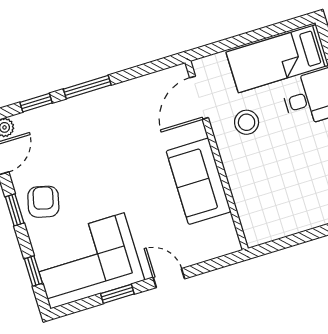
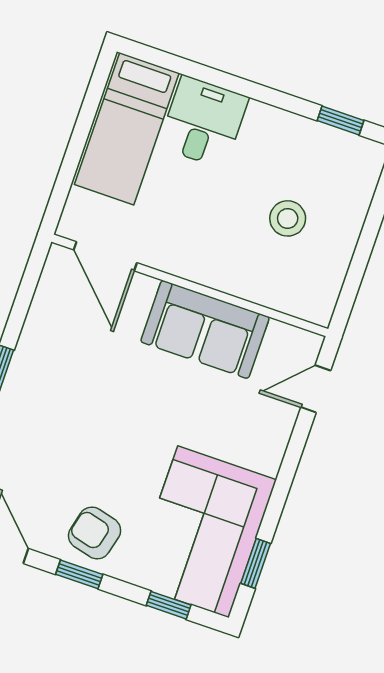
stool: (247, 122) -> (288, 218), moved
door: (169, 278) -> (316, 389), moved
window: (117, 294) -> (256, 563), moved

